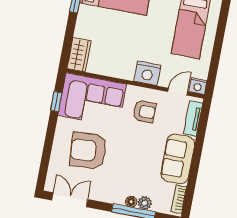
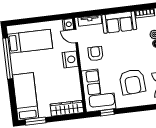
wardrobe: (79, 55) -> (67, 108), width x1.50

